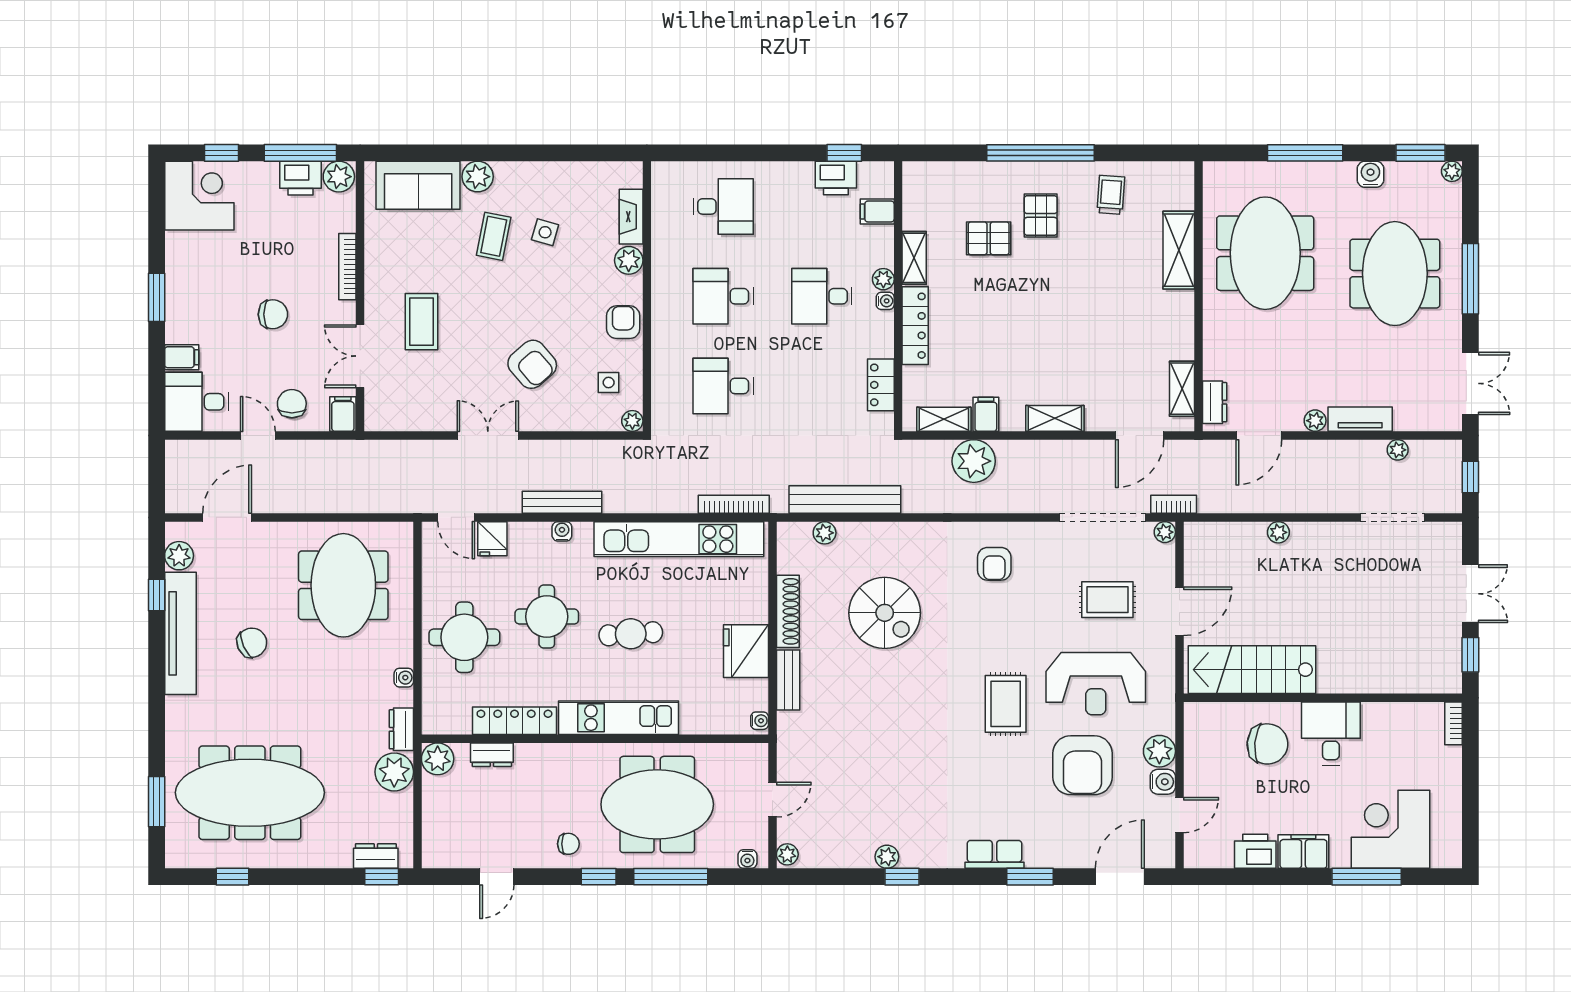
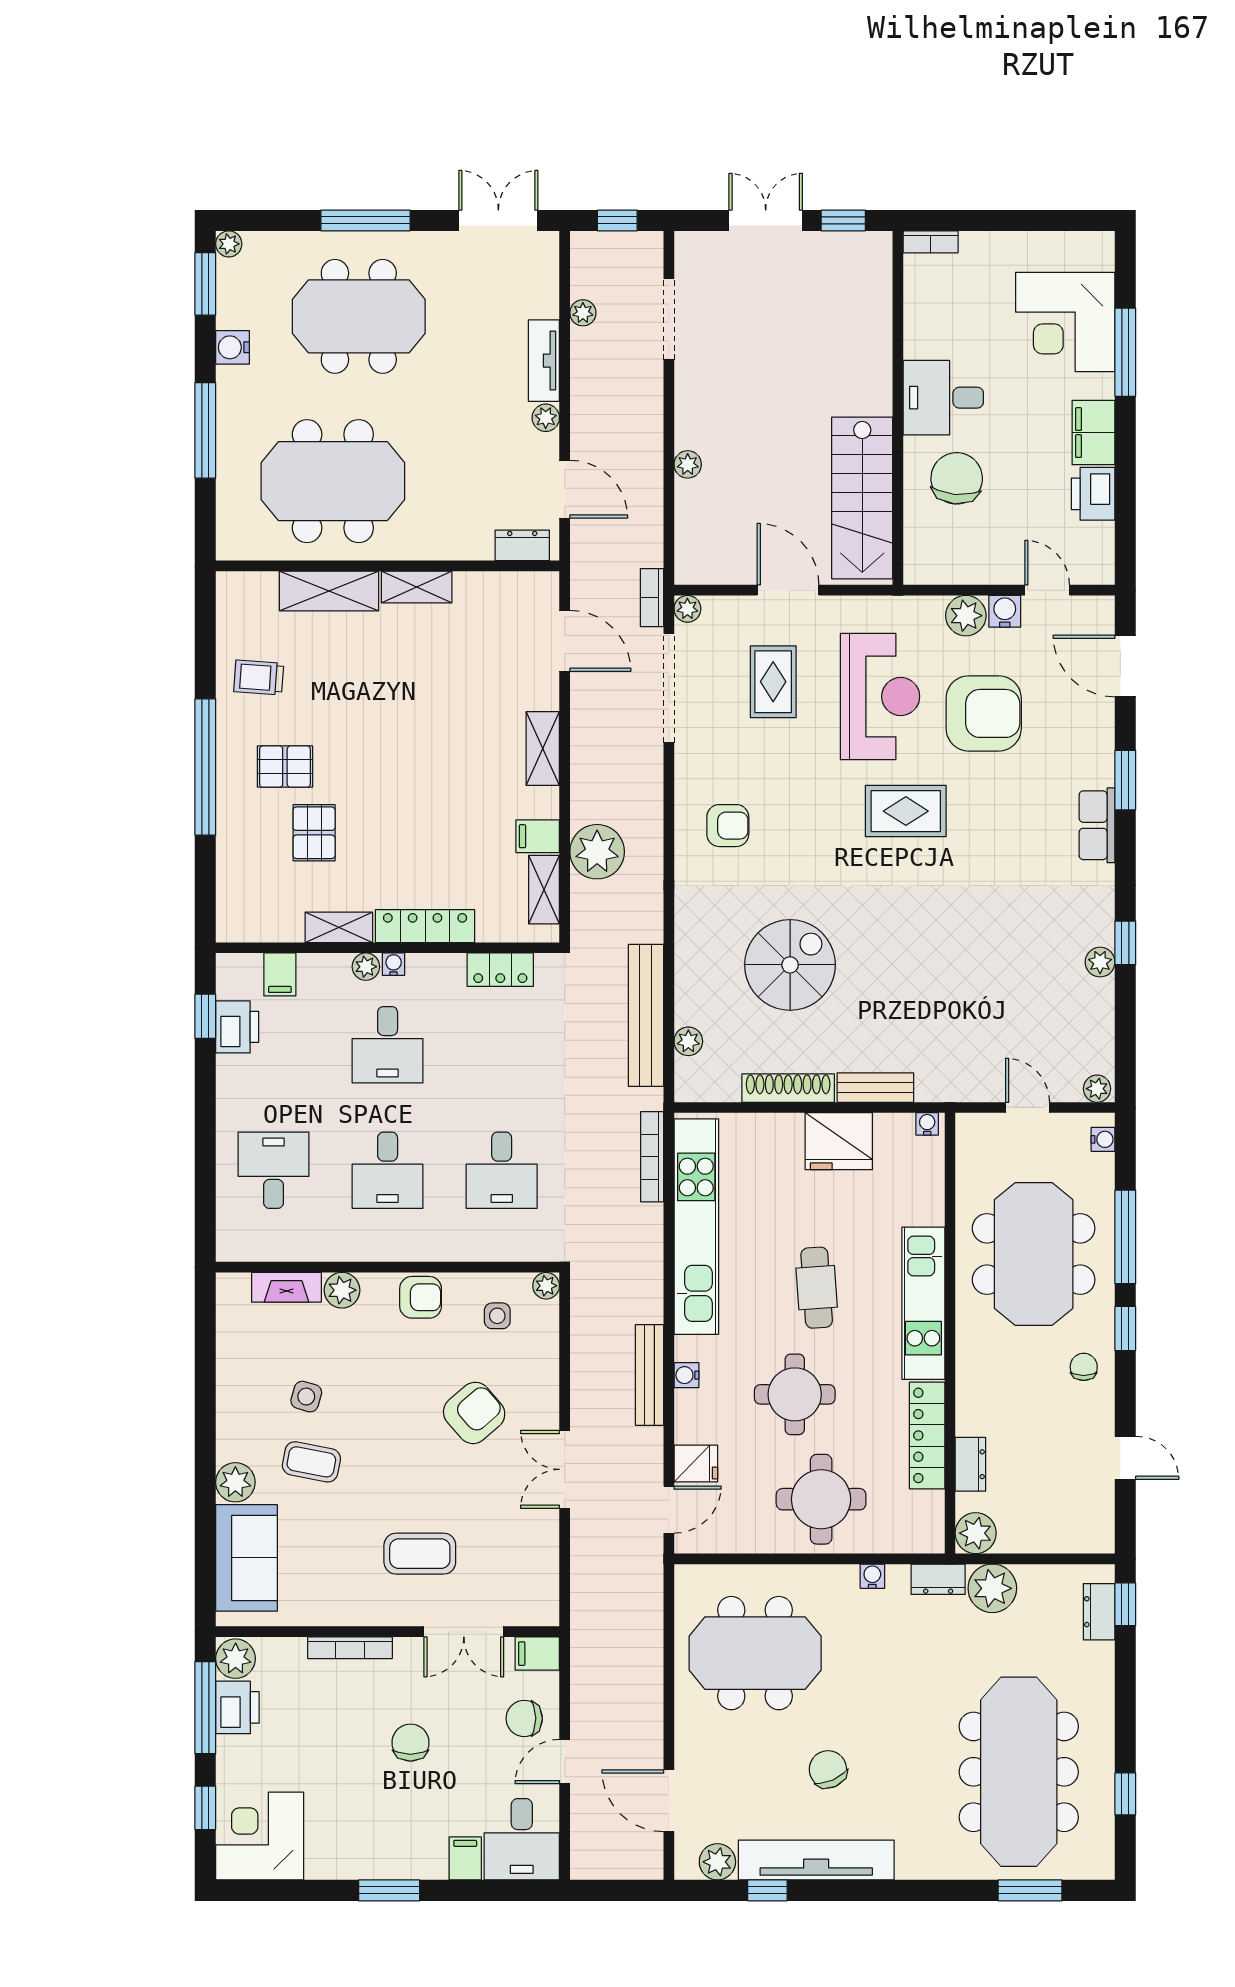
armchair: (623, 322) -> (421, 1297), turned 180
shelving: (1182, 389) -> (417, 587), moved

